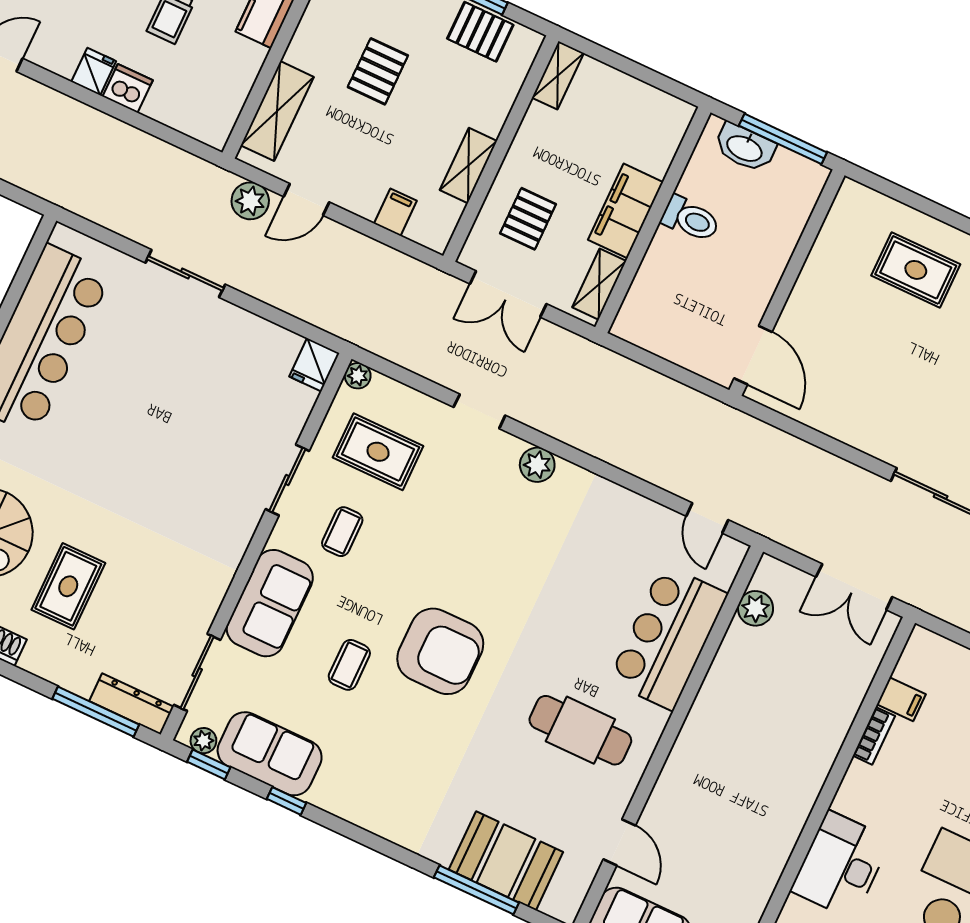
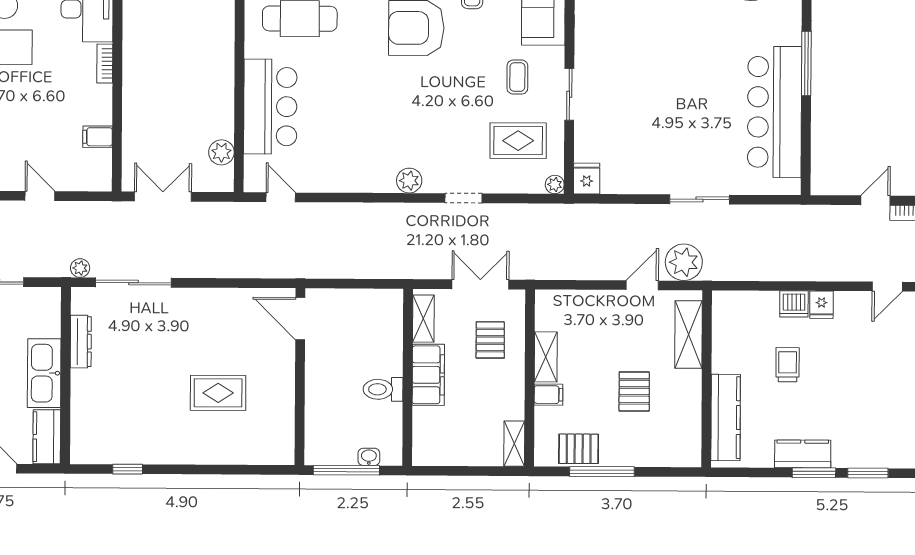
washbasin: (745, 148) -> (369, 457), width x0.52, depth x0.69
plant: (250, 201) -> (684, 262), width x1.36, depth x1.36
filing cabinet: (395, 212) -> (548, 395), moved, turned -90
rug: (916, 270) -> (218, 393), moved
bookcase: (874, 736) -> (105, 64), moved

